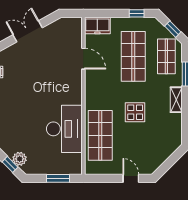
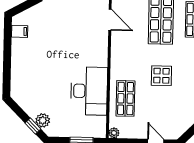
shop shelf: (100, 135) -> (125, 98), width x0.70, depth x0.74
plant: (90, 169) -> (114, 133), added

